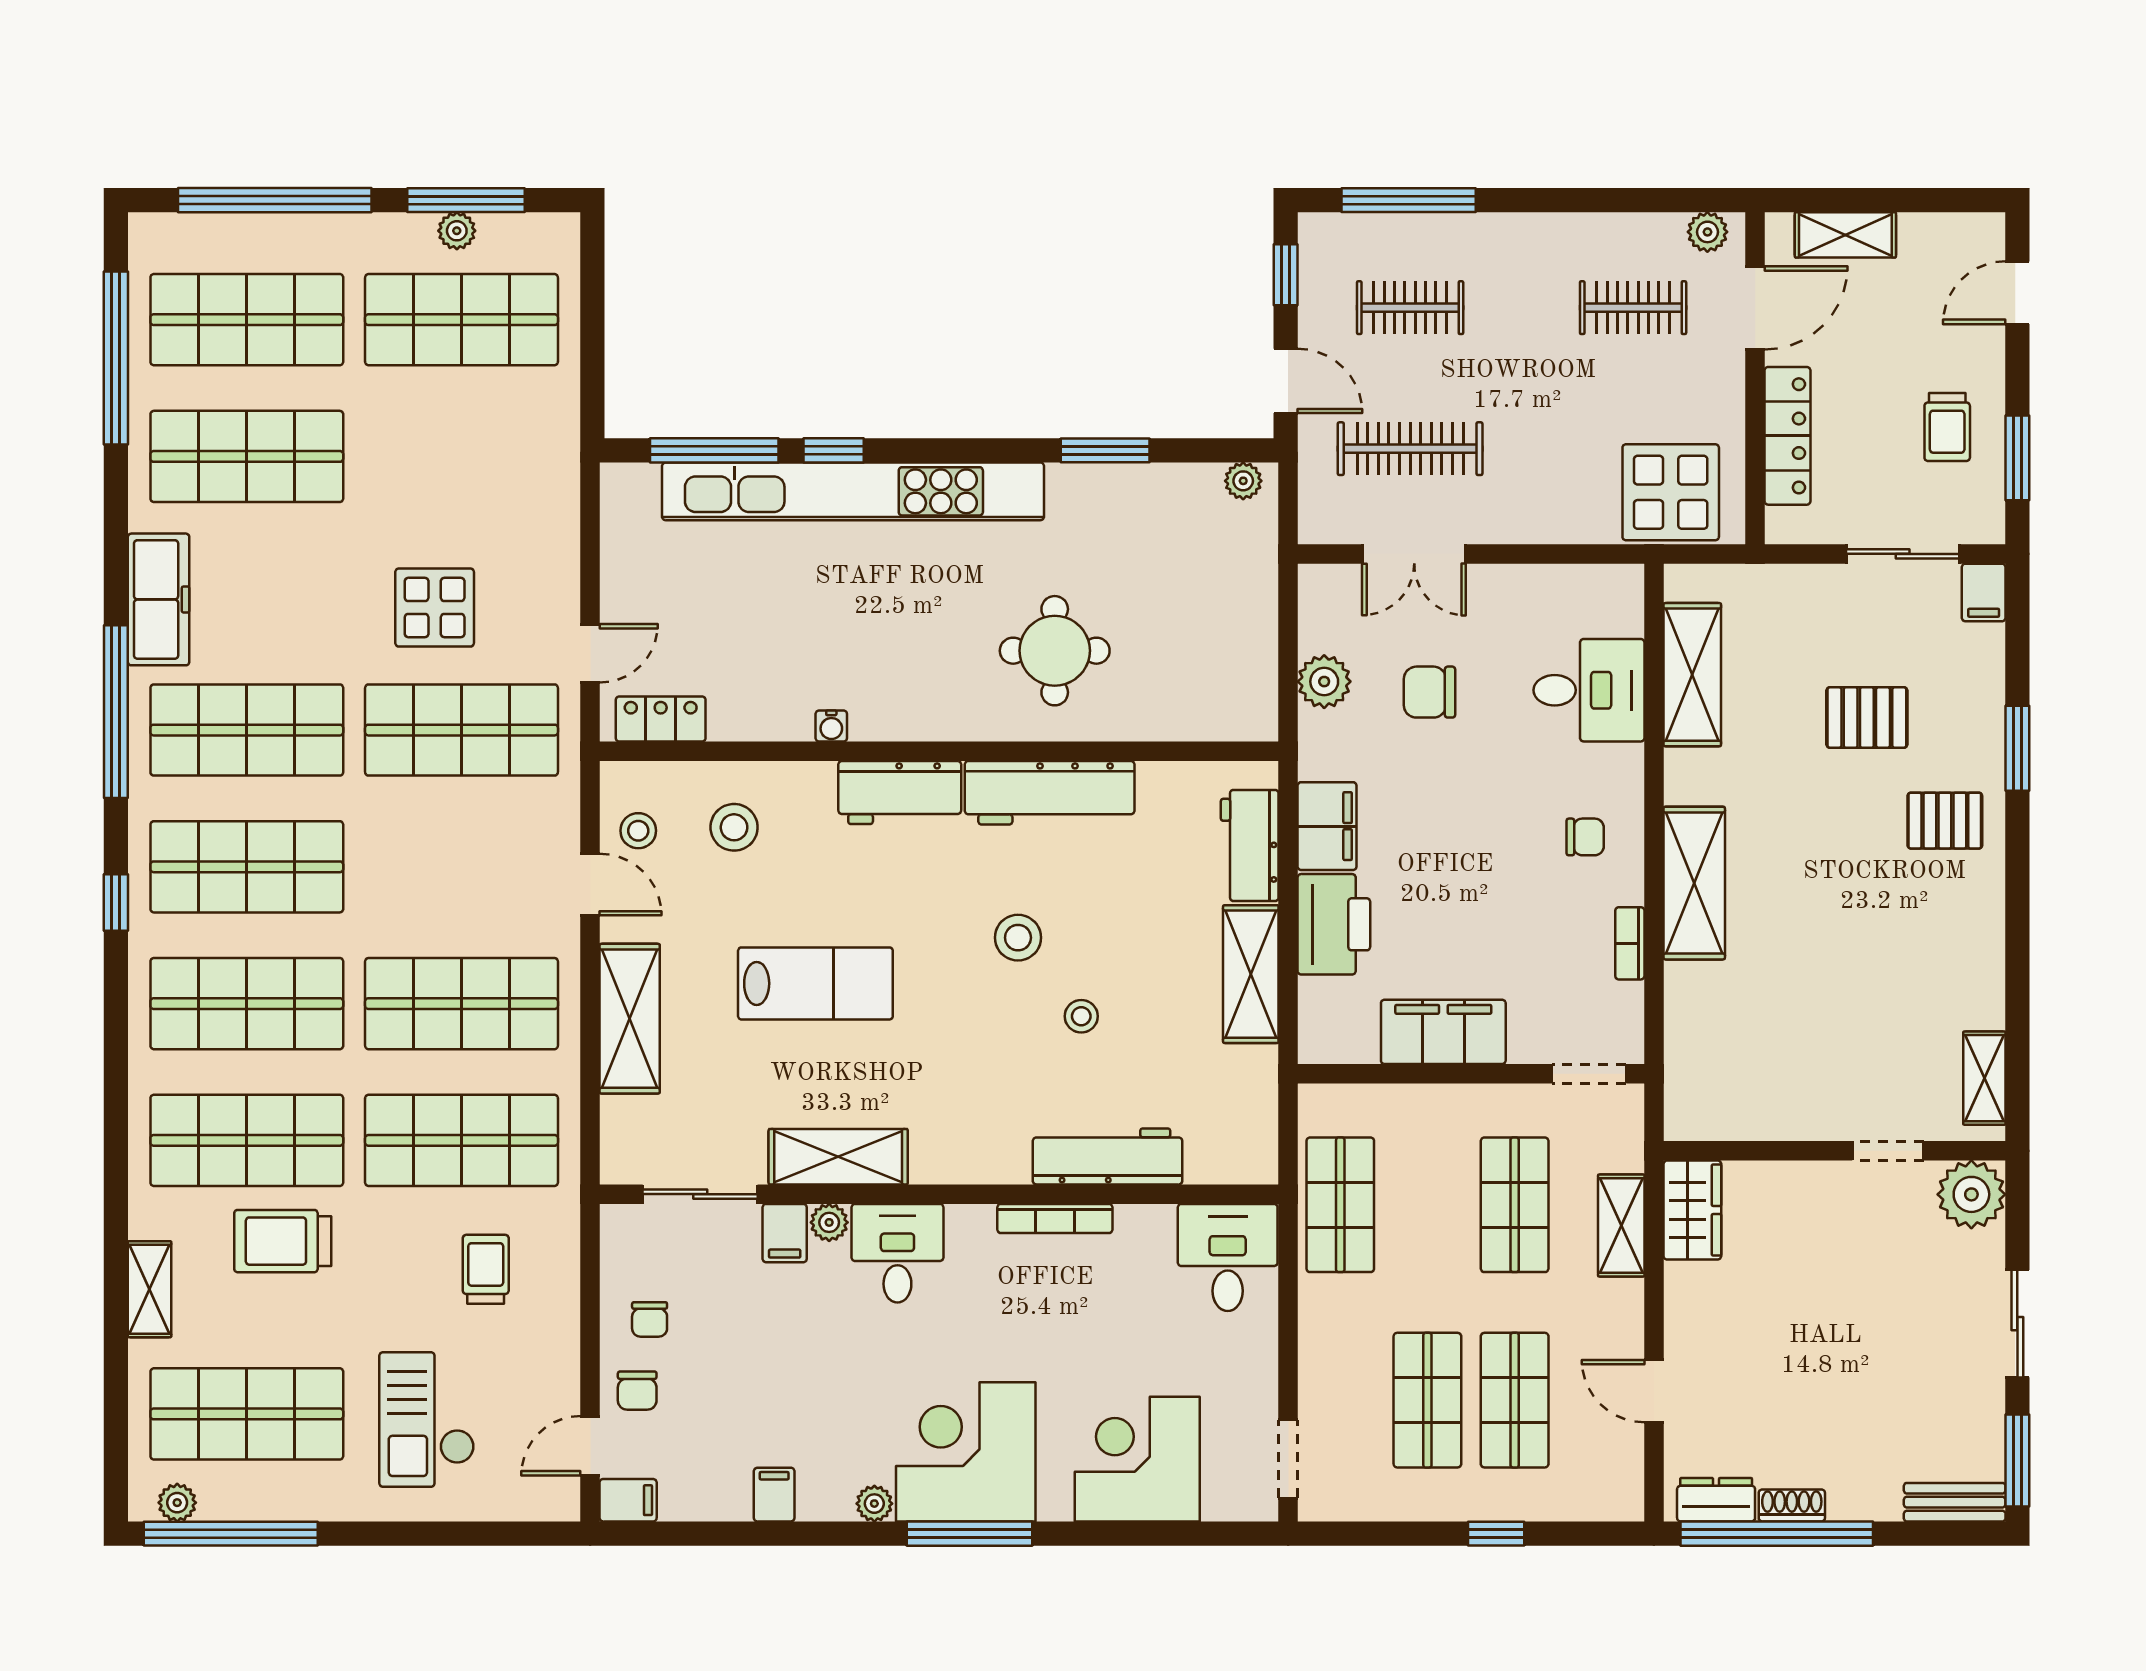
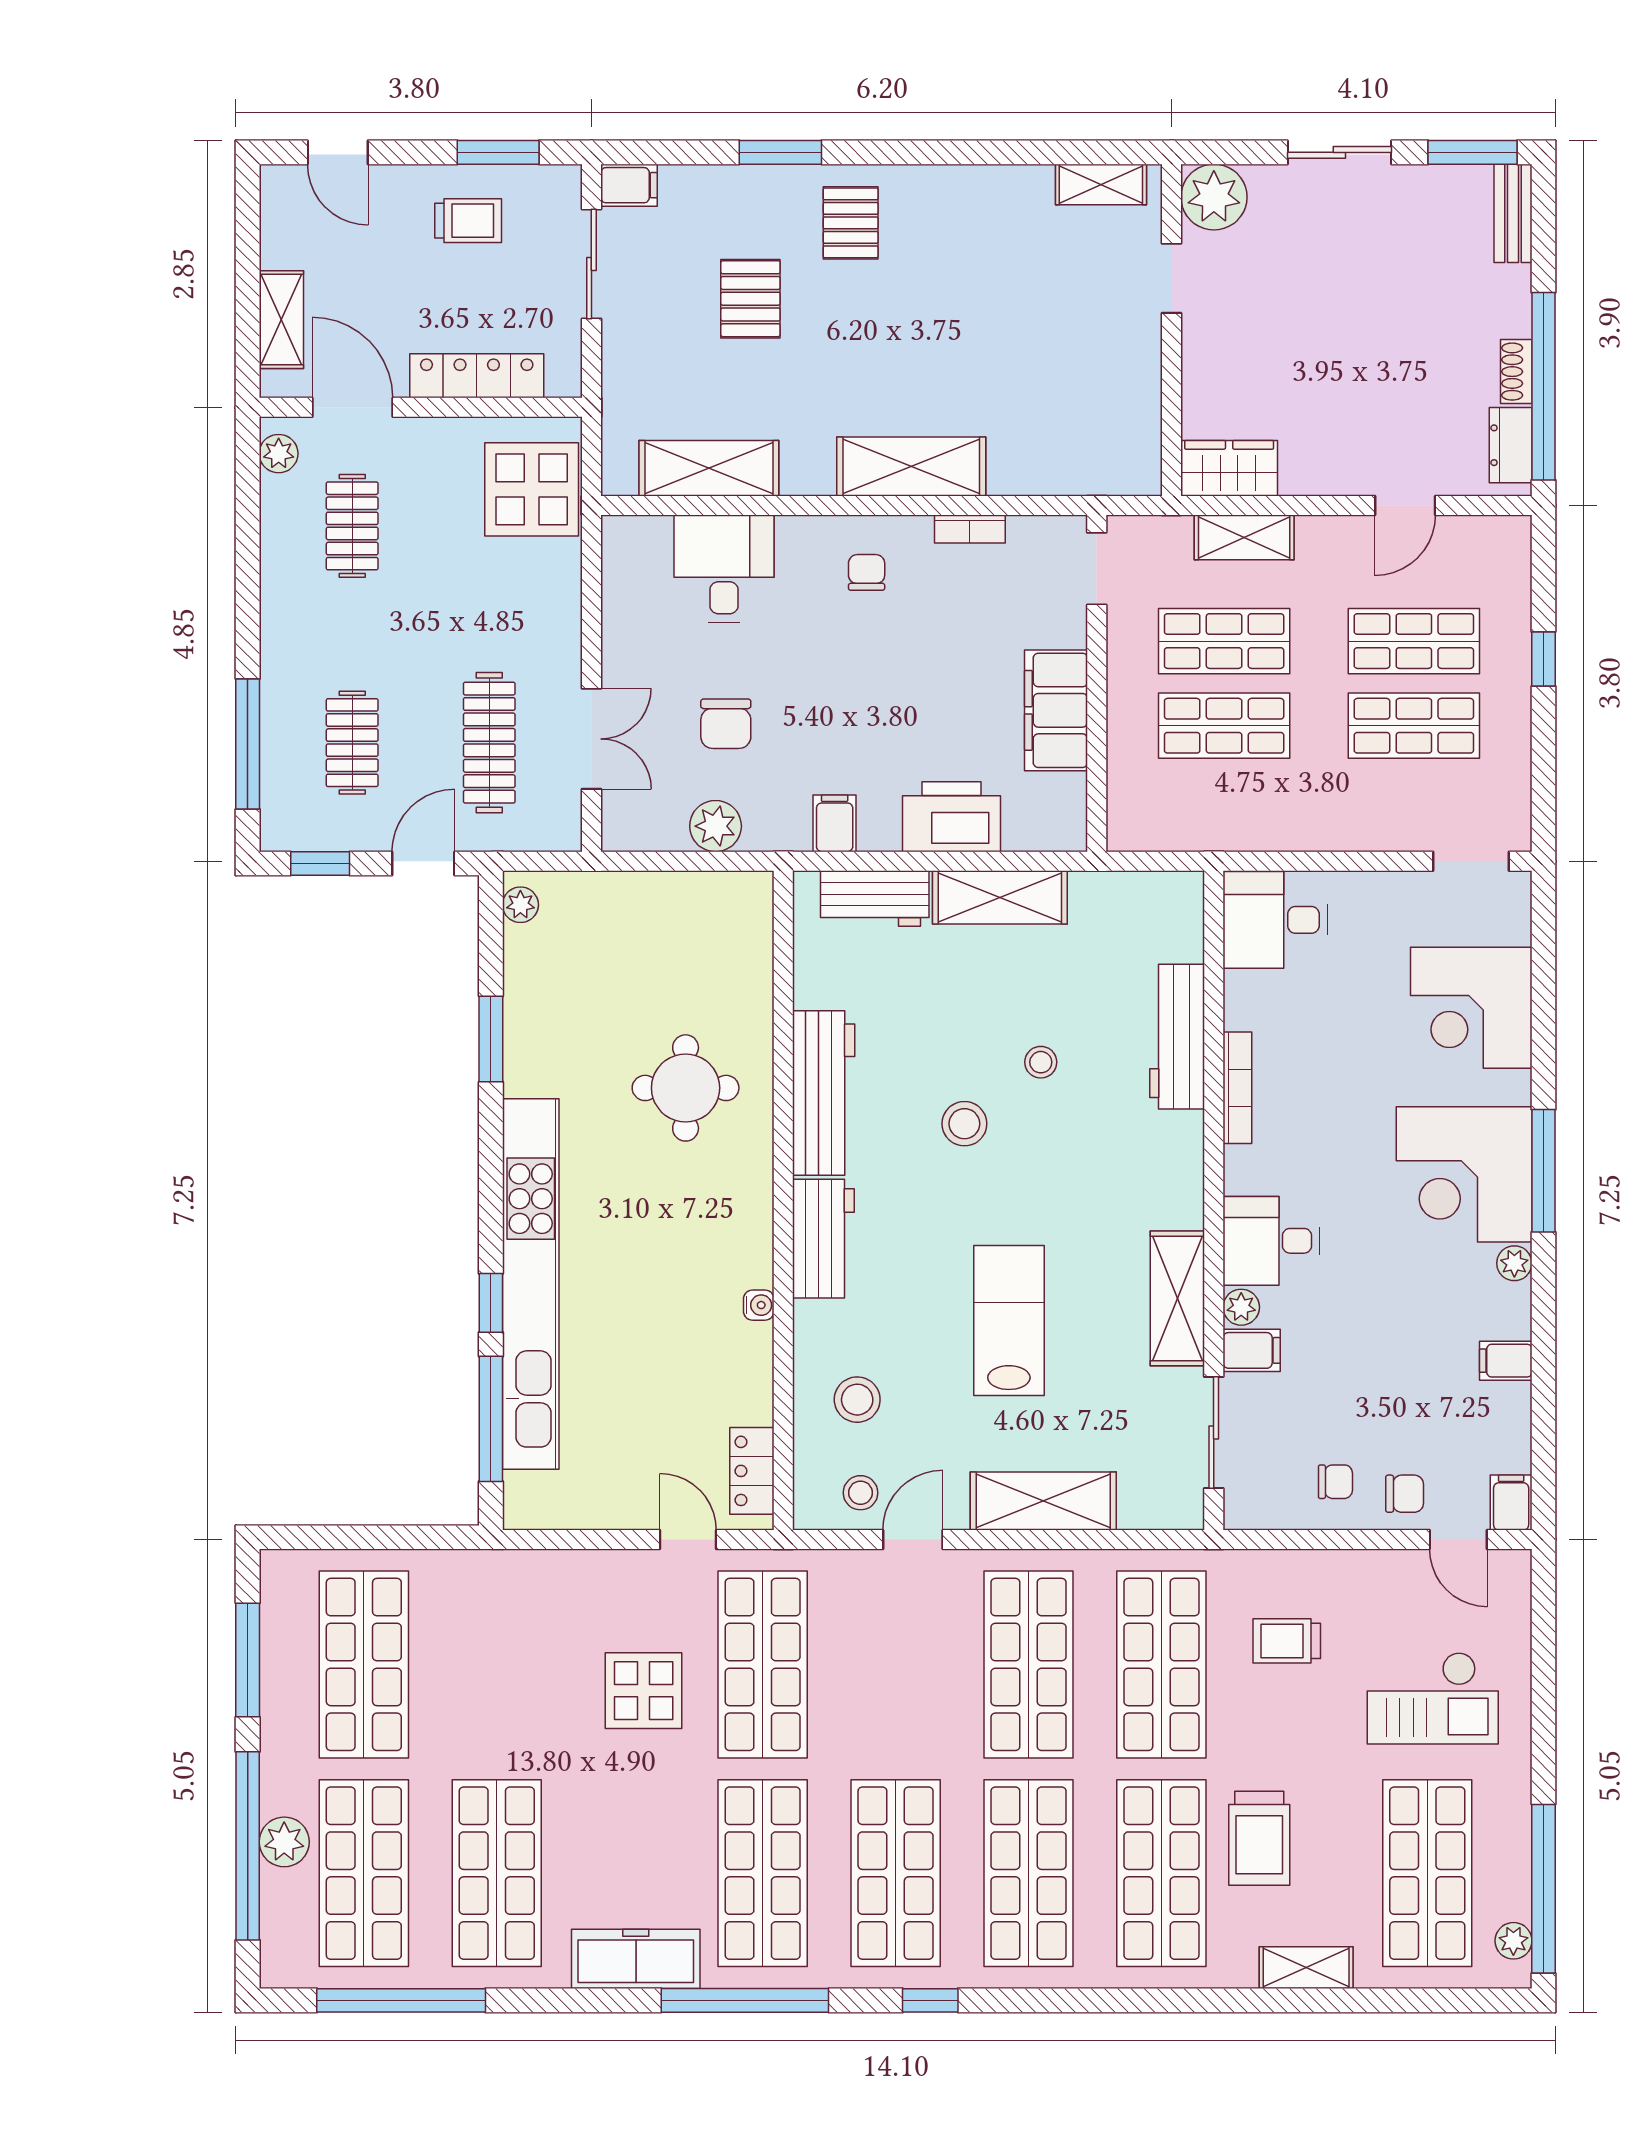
plant: (457, 231) -> (284, 1842), moved, width x1.38, depth x1.38
filing cabinet: (1327, 826) -> (835, 823), width x0.50
shop shelf: (1340, 1205) -> (1224, 726), moved

